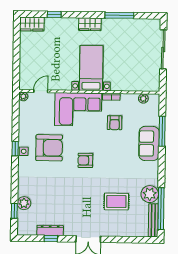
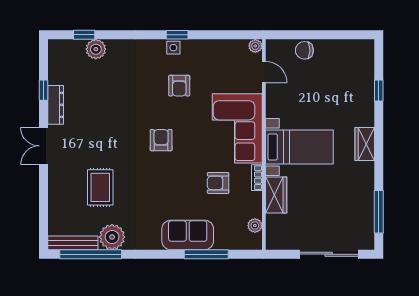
window: (119, 15) -> (379, 212), moved
wardrobe: (32, 24) -> (276, 195), moved, turned 180
chair: (27, 64) -> (304, 50), added
armchair: (49, 148) -> (179, 86), width x0.53, depth x0.53
dresser: (50, 230) -> (56, 105), moved

